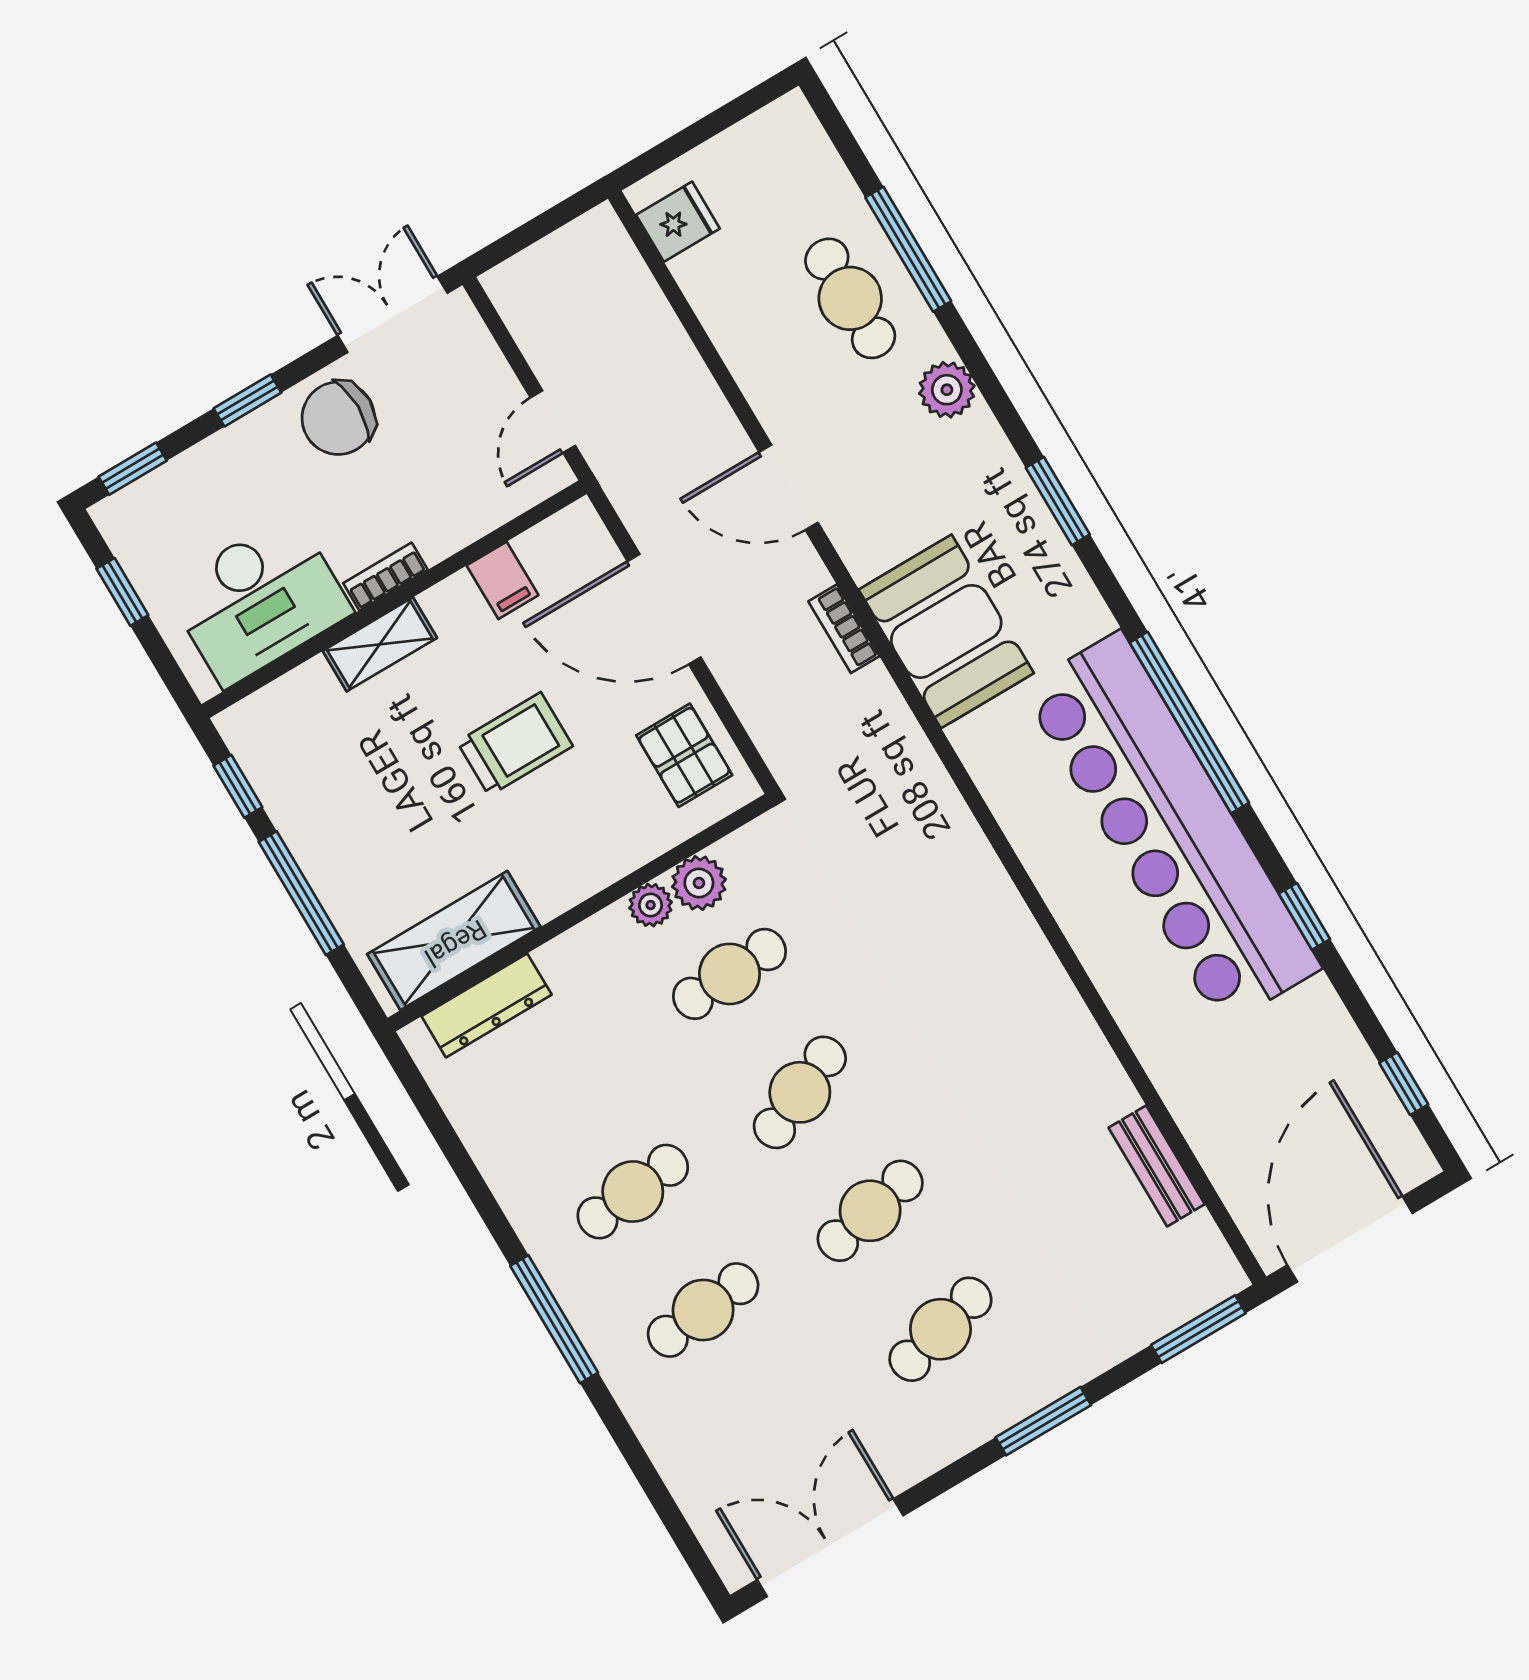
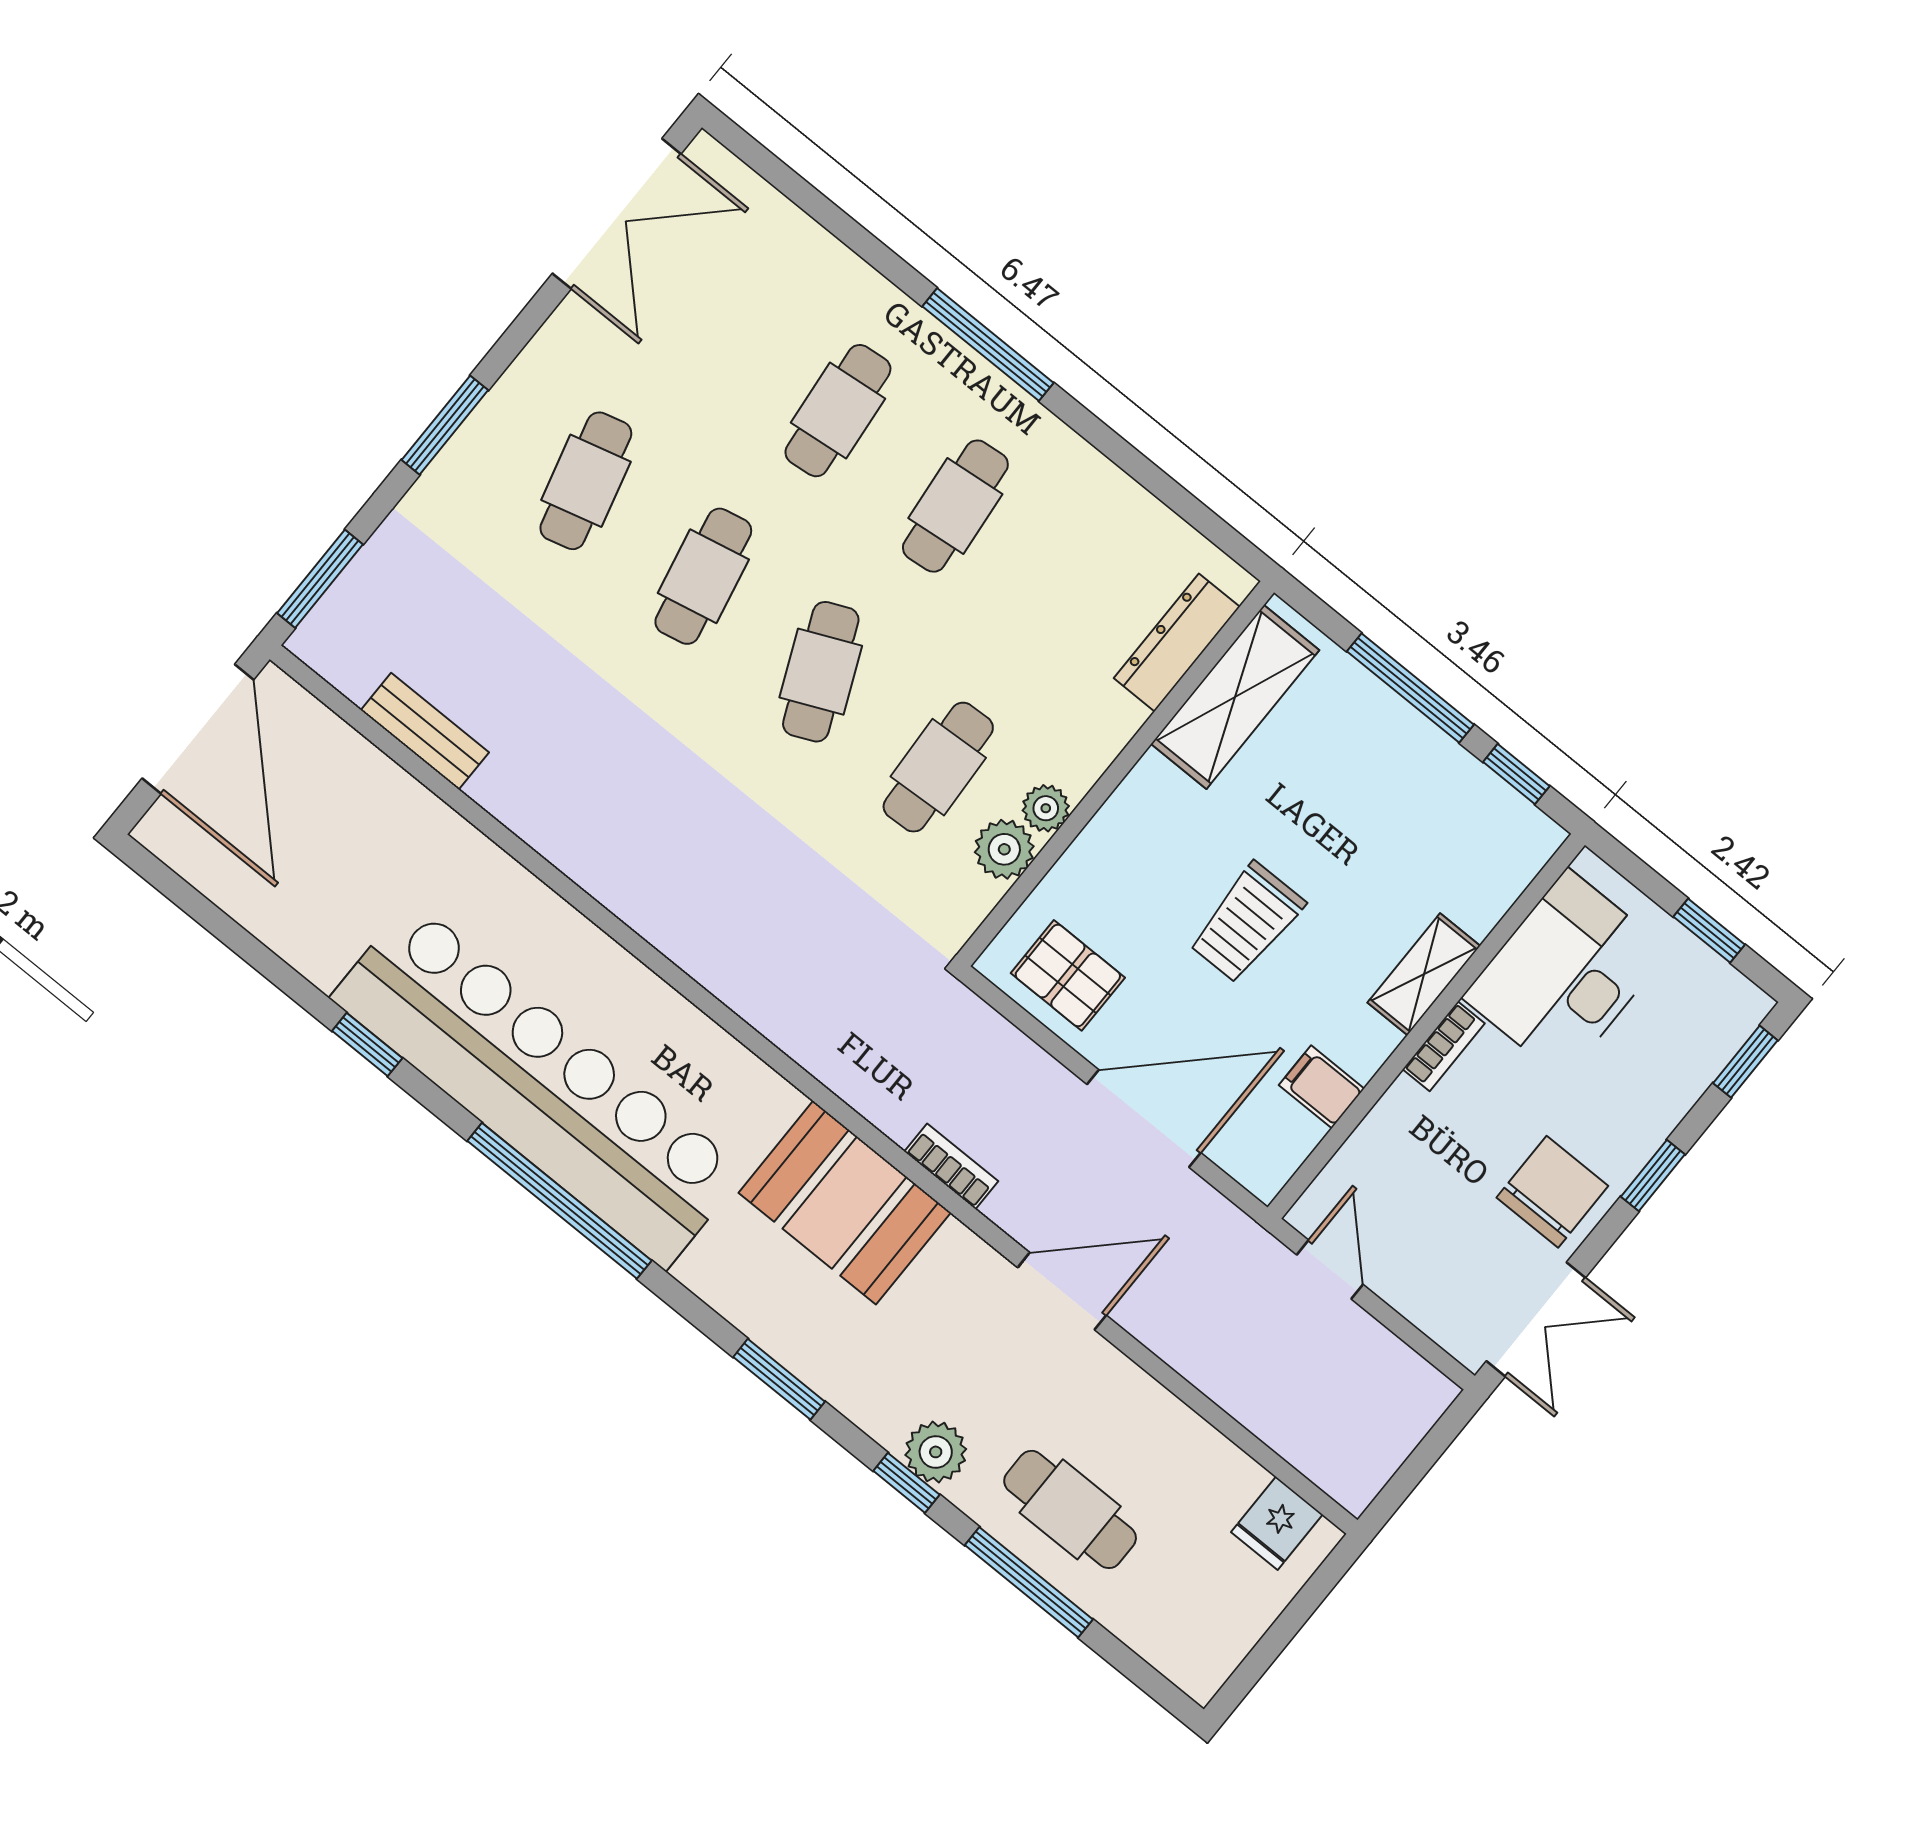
window: (1404, 1084) -> (906, 1483), moved

